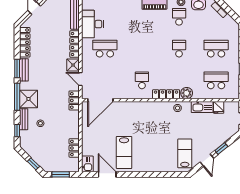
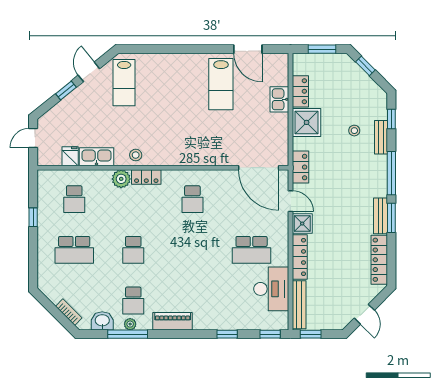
school desk: (216, 80) -> (74, 199), width x0.54
locker: (166, 94) -> (146, 177), width x0.66
shower: (28, 99) -> (307, 122), moved
door: (100, 100) -> (259, 168), swing flipped
lab bench: (124, 152) -> (221, 84), turned 180
kitchen sink: (87, 164) -> (279, 99), moved

